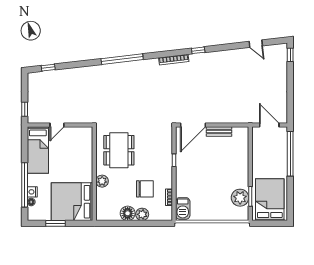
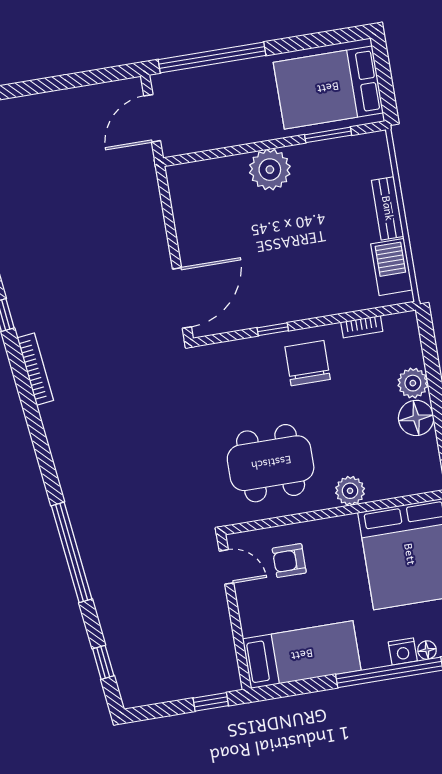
window: (122, 59) -> (72, 552), moved
door: (57, 125) -> (226, 567), moved
door: (193, 125) -> (182, 298), hinge flipped
bench: (219, 131) -> (388, 208), moved
armchair: (77, 151) -> (289, 561), added
chair: (145, 189) -> (308, 363), moved
plant: (240, 198) -> (270, 170), moved
barbecue: (183, 208) -> (392, 267), moved, turned -90

